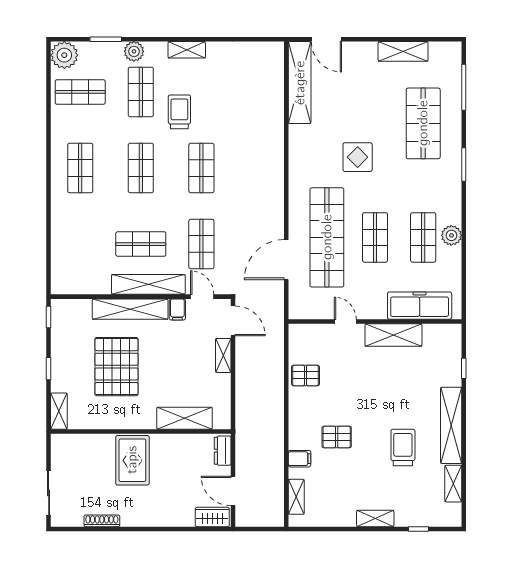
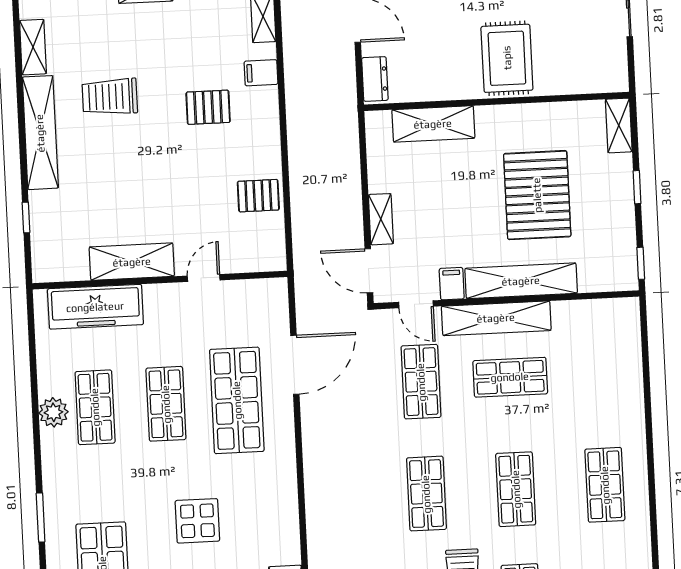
shop shelf: (327, 237) -> (237, 400), width x0.71
door: (345, 321) -> (204, 278), swing flipped
trolley: (403, 447) -> (110, 97), turned 90

